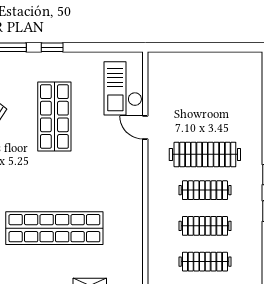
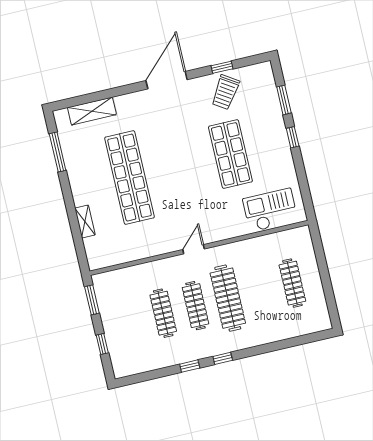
shop shelf: (54, 117) -> (230, 154), turned 90
door: (145, 127) -> (194, 249), moved
clothes rail: (205, 262) -> (292, 283), moved

